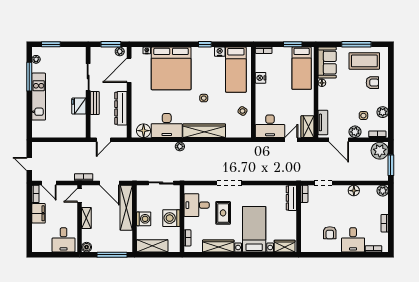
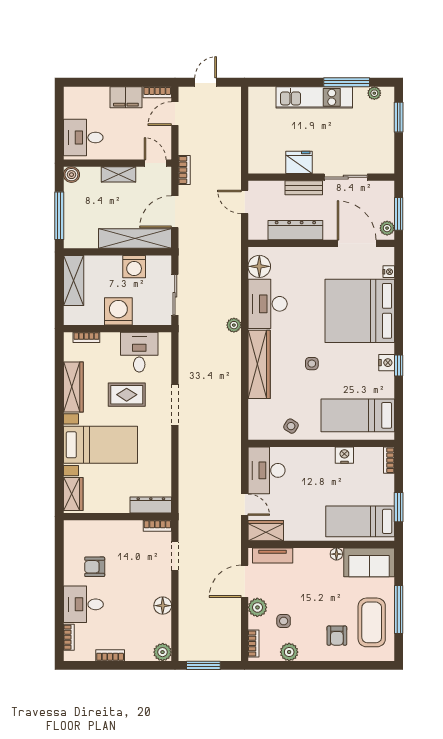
nightstand: (220, 52) -> (387, 363), moved
plant: (380, 151) -> (227, 647), removed
washing machine: (144, 219) -> (134, 267), moved

